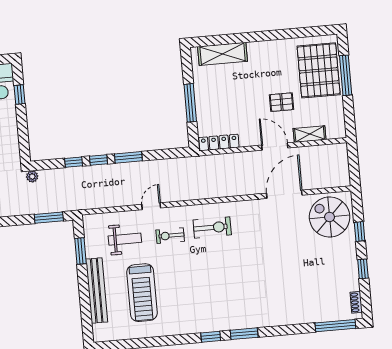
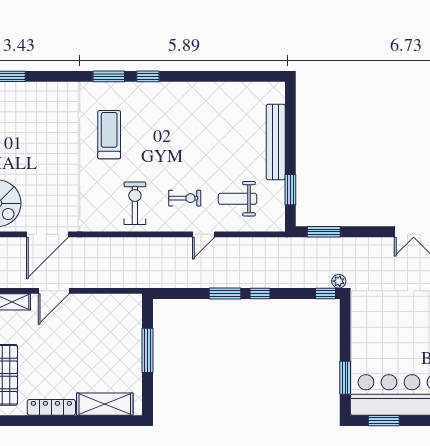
window: (19, 95) -> (345, 378), width x1.50
pallet: (281, 102) -> (41, 342), removed
locker: (219, 142) -> (51, 407), moved, turned 180
door: (275, 147) -> (54, 291), hinge flipped
window: (74, 162) -> (325, 294), moved
exercise bike: (212, 227) -> (135, 203), turned 90
treadmill: (142, 293) -> (109, 135), moved, width x0.73, depth x0.73

